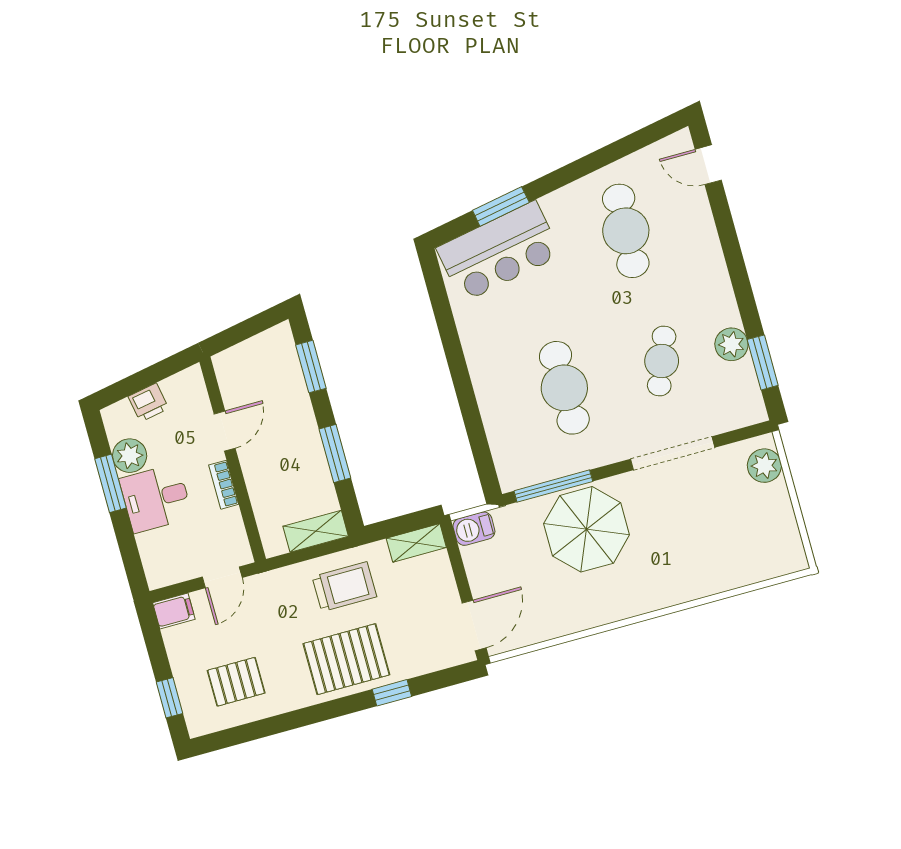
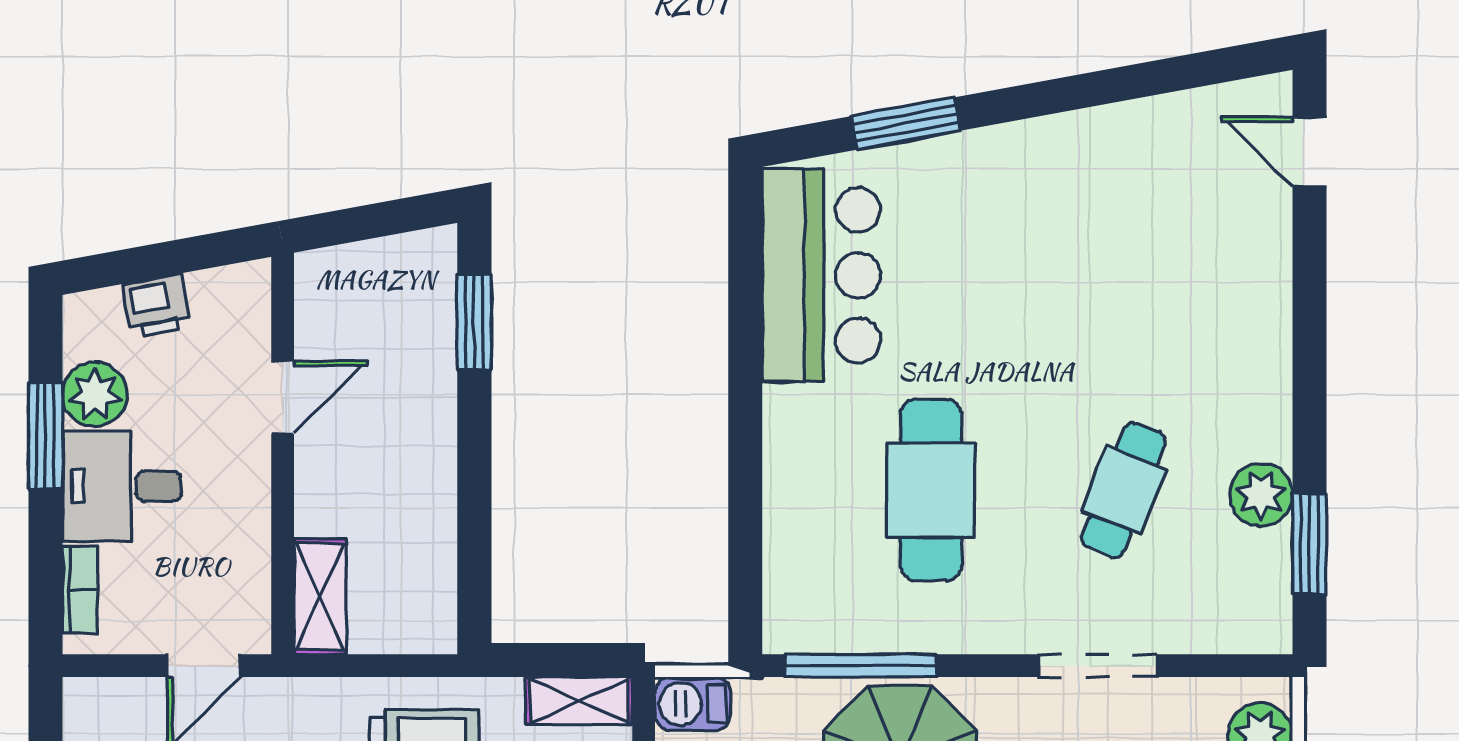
cafe table: (626, 231) -> (1124, 232), removed
bar counter: (499, 252) -> (821, 275), moved, turned -80
doorway: (673, 453) -> (1097, 666), width x0.73
window: (335, 454) -> (474, 495), removed
bookcase: (224, 485) -> (80, 590), moved, turned 180
shelving: (316, 531) -> (320, 597), moved, turned 90
filing cabinet: (174, 611) -> (98, 703), removed

